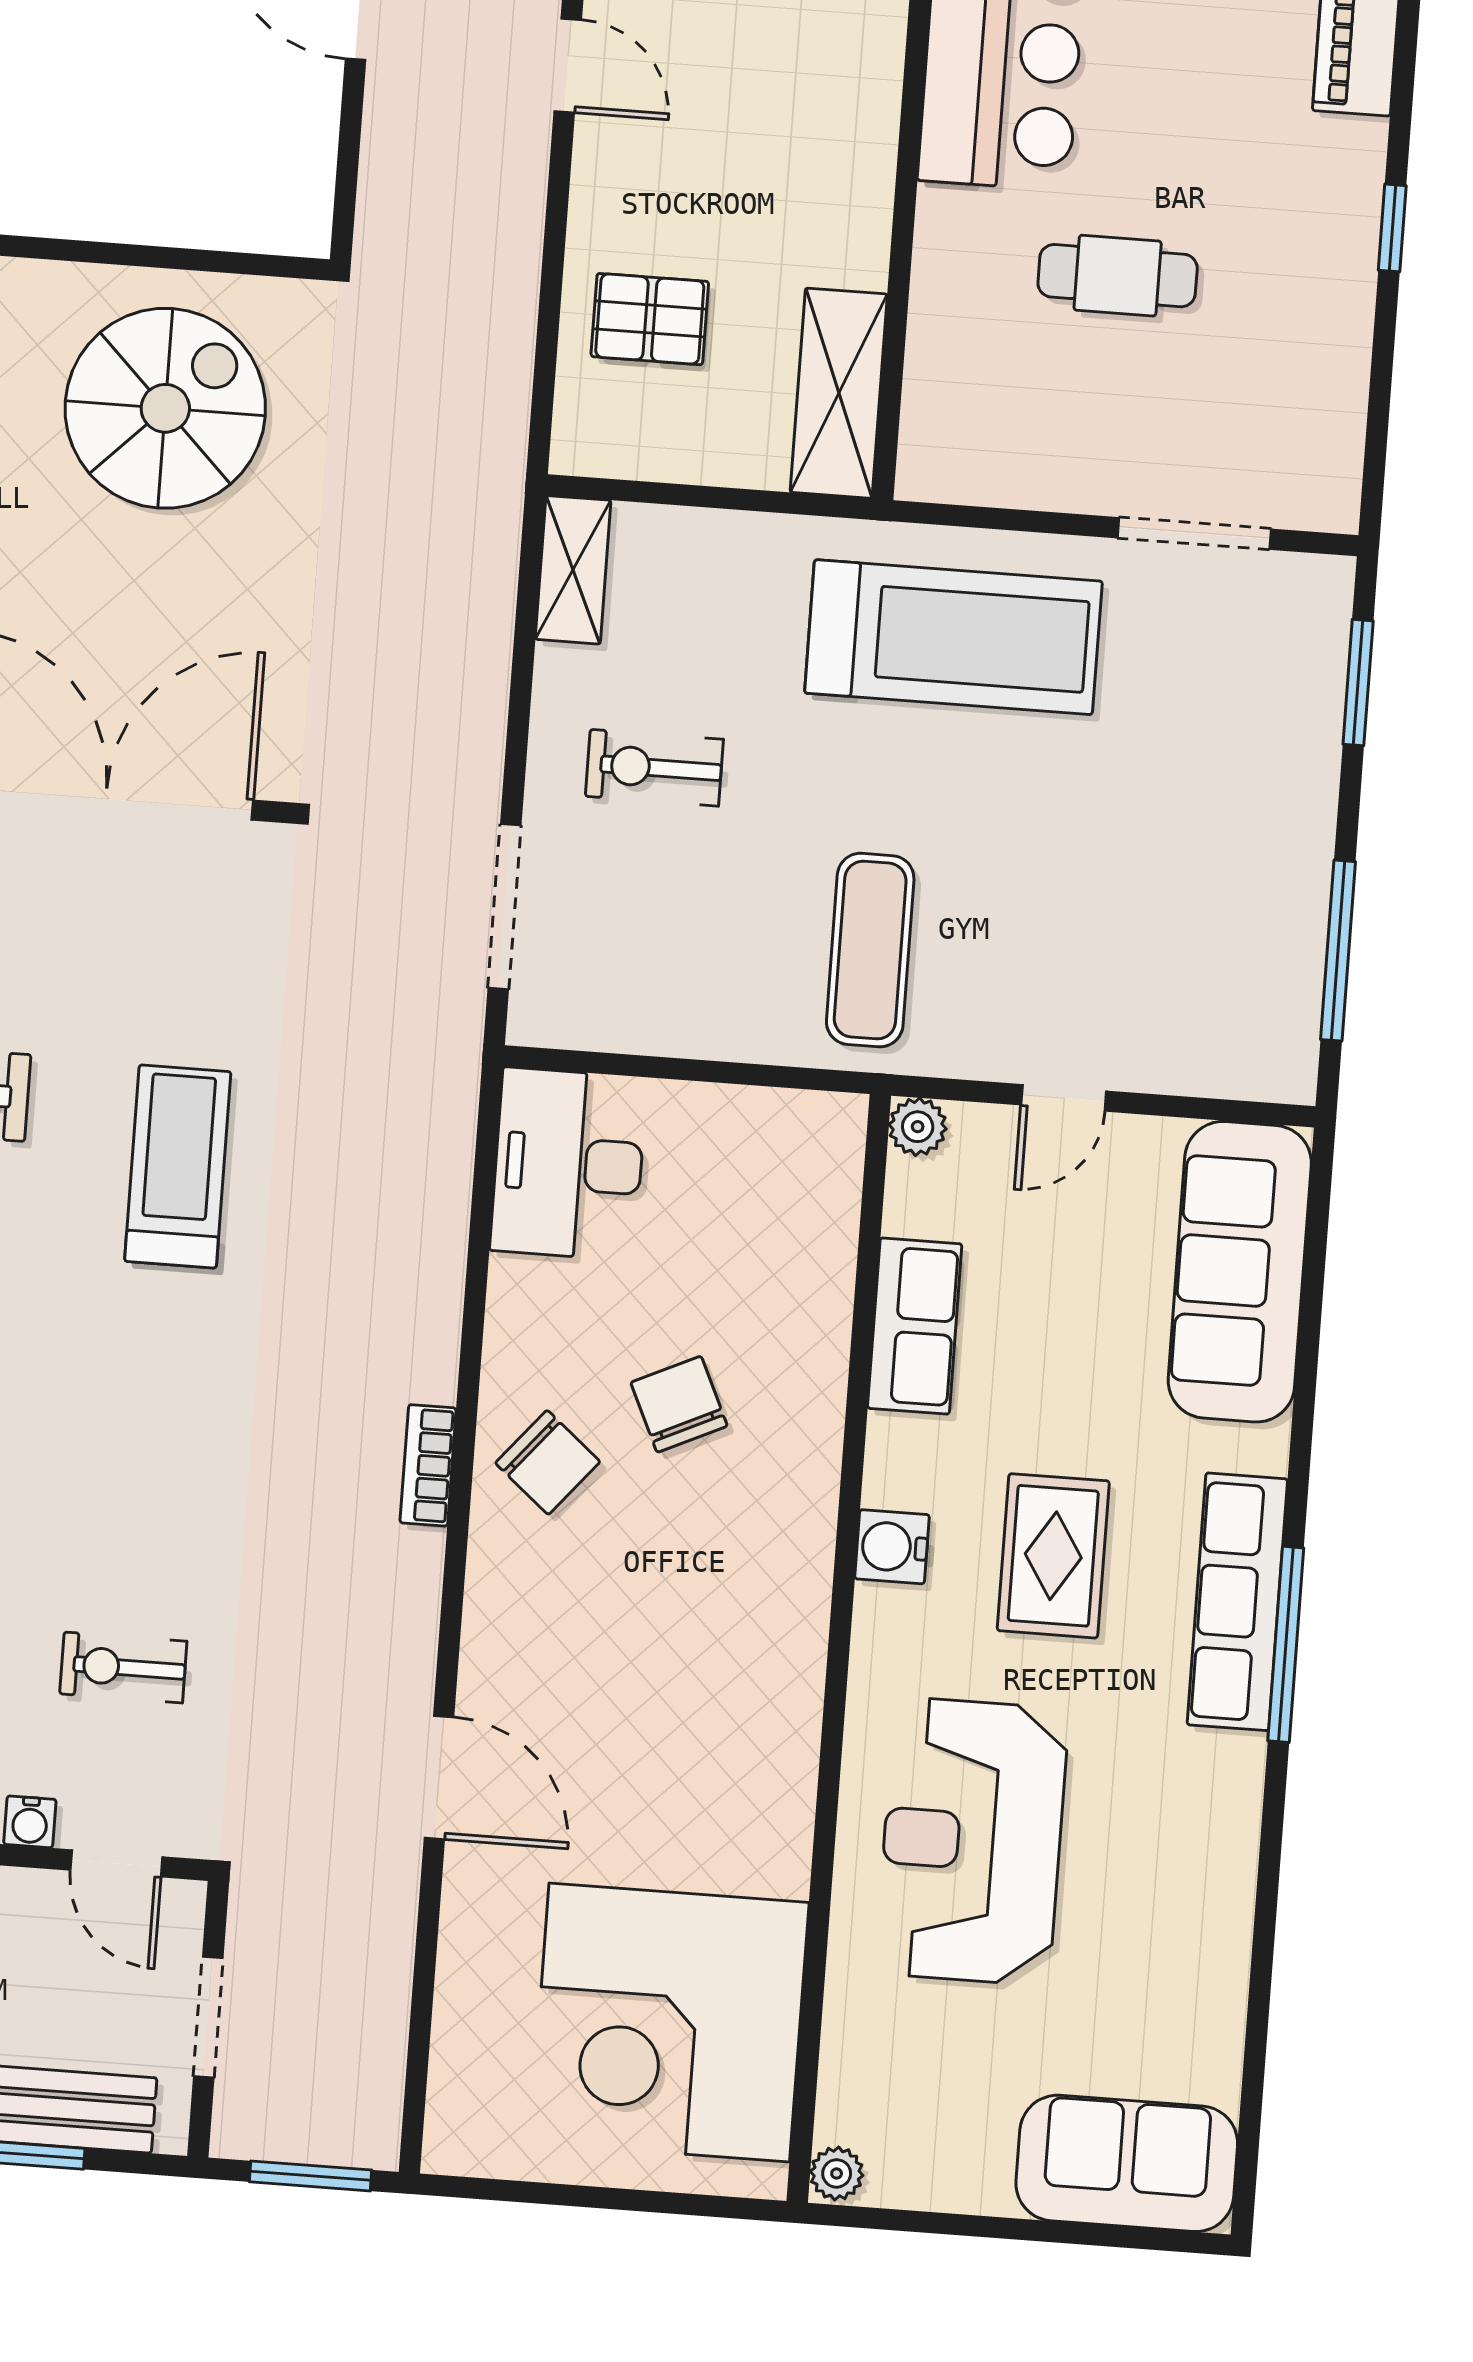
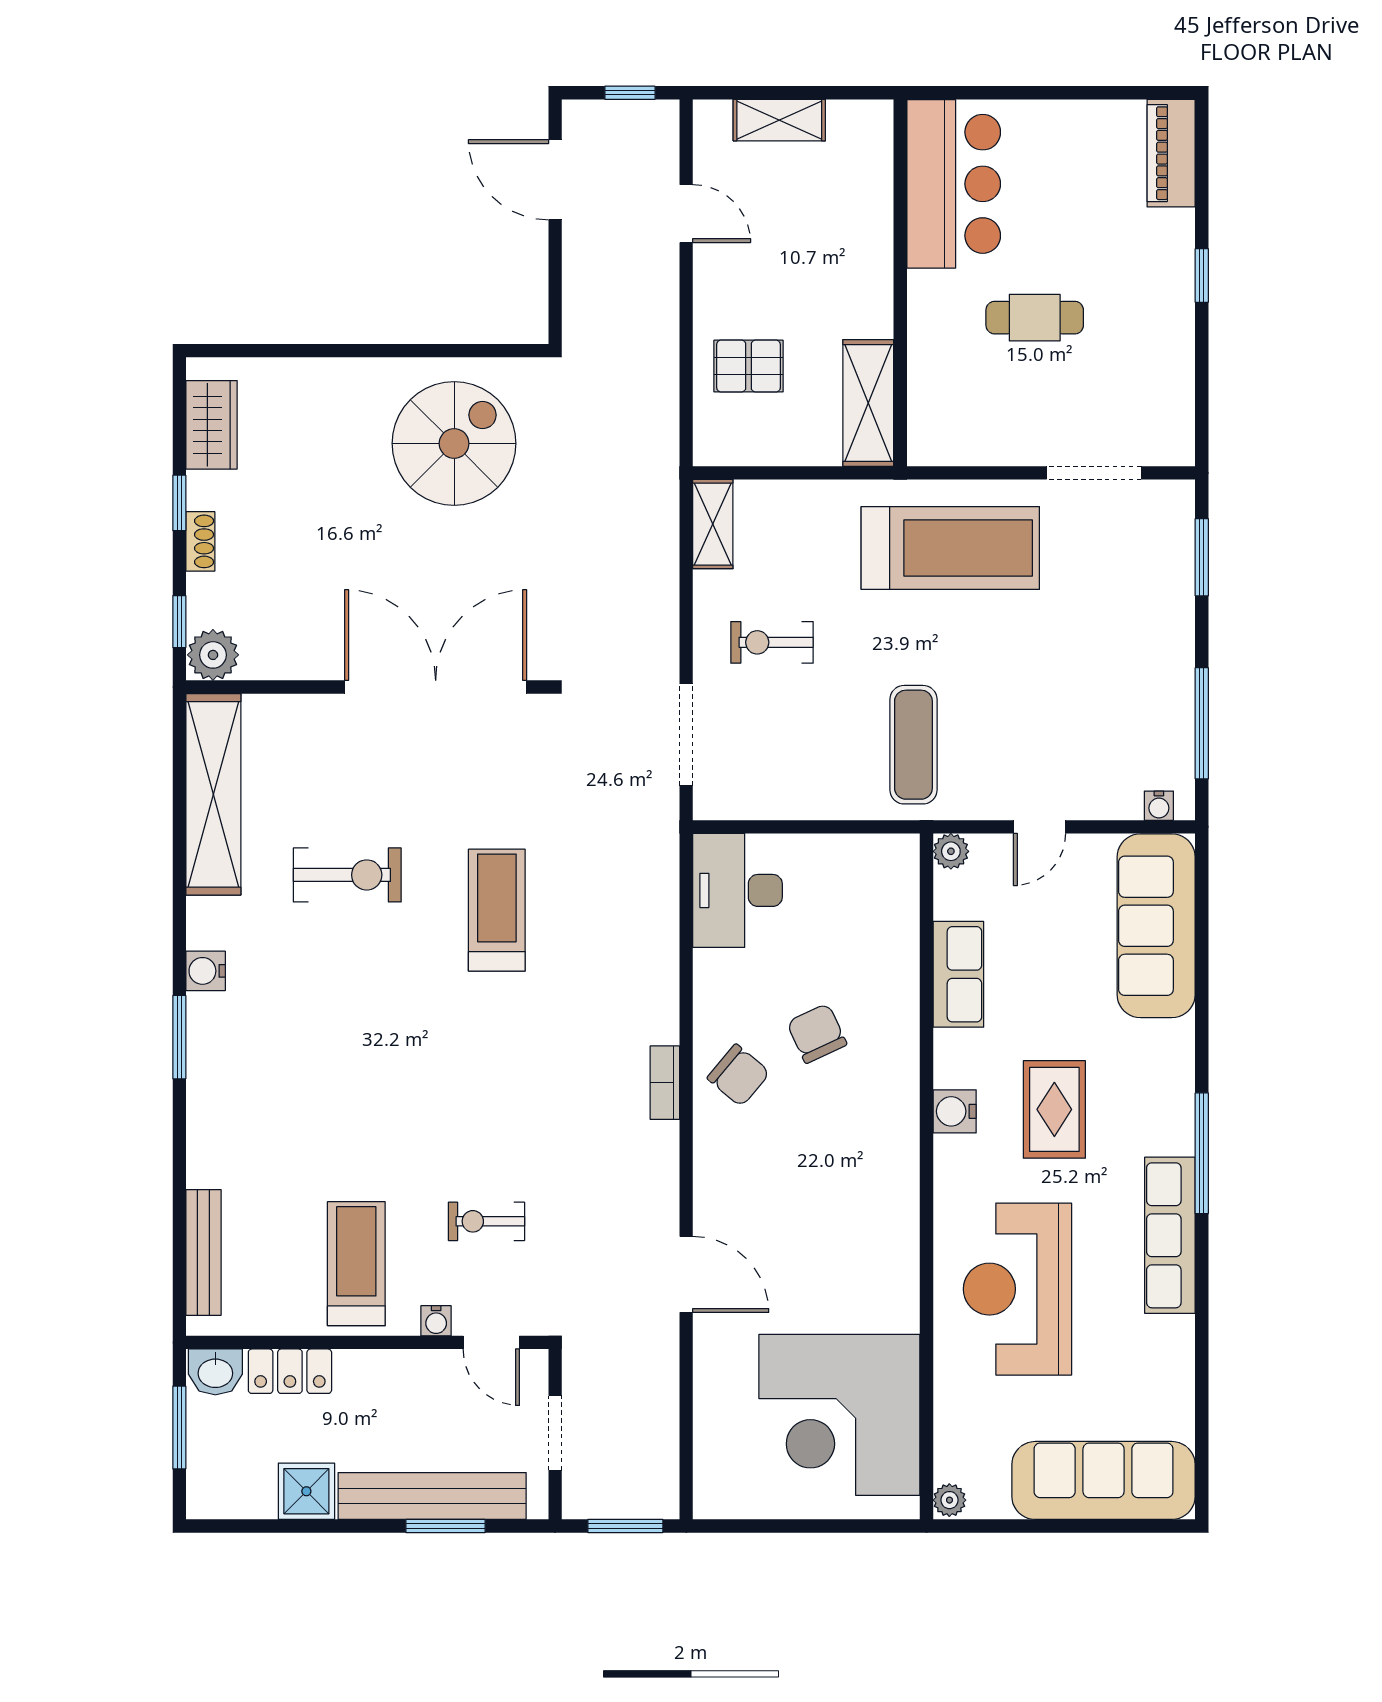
water cooler: (1259, 1078) -> (1159, 806), added
row of seats: (1237, 1602) -> (1170, 1235), moved
sofa: (1127, 2163) -> (1104, 1480), width x1.36

